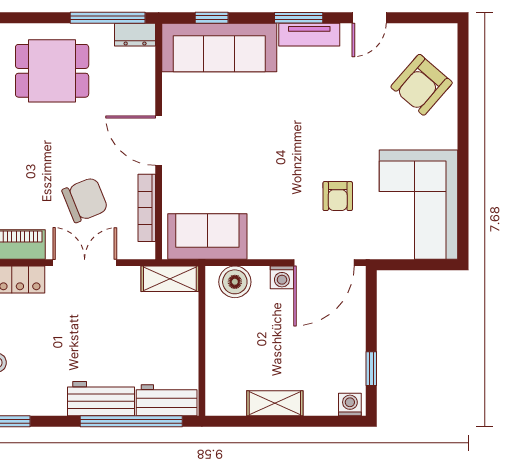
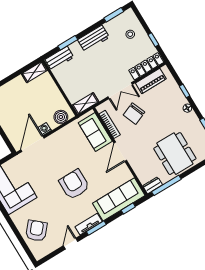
dining table: (52, 71) -> (175, 154), width x1.37
door: (159, 141) -> (120, 152), swing flipped
armchair: (338, 196) -> (74, 184), moved, width x1.88, depth x1.88
sofa: (207, 237) -> (95, 132), moved, turned 90
workbench: (101, 399) -> (93, 39), moved
shelving: (275, 403) -> (34, 72), moved
window: (131, 421) -> (68, 43), width x0.47

